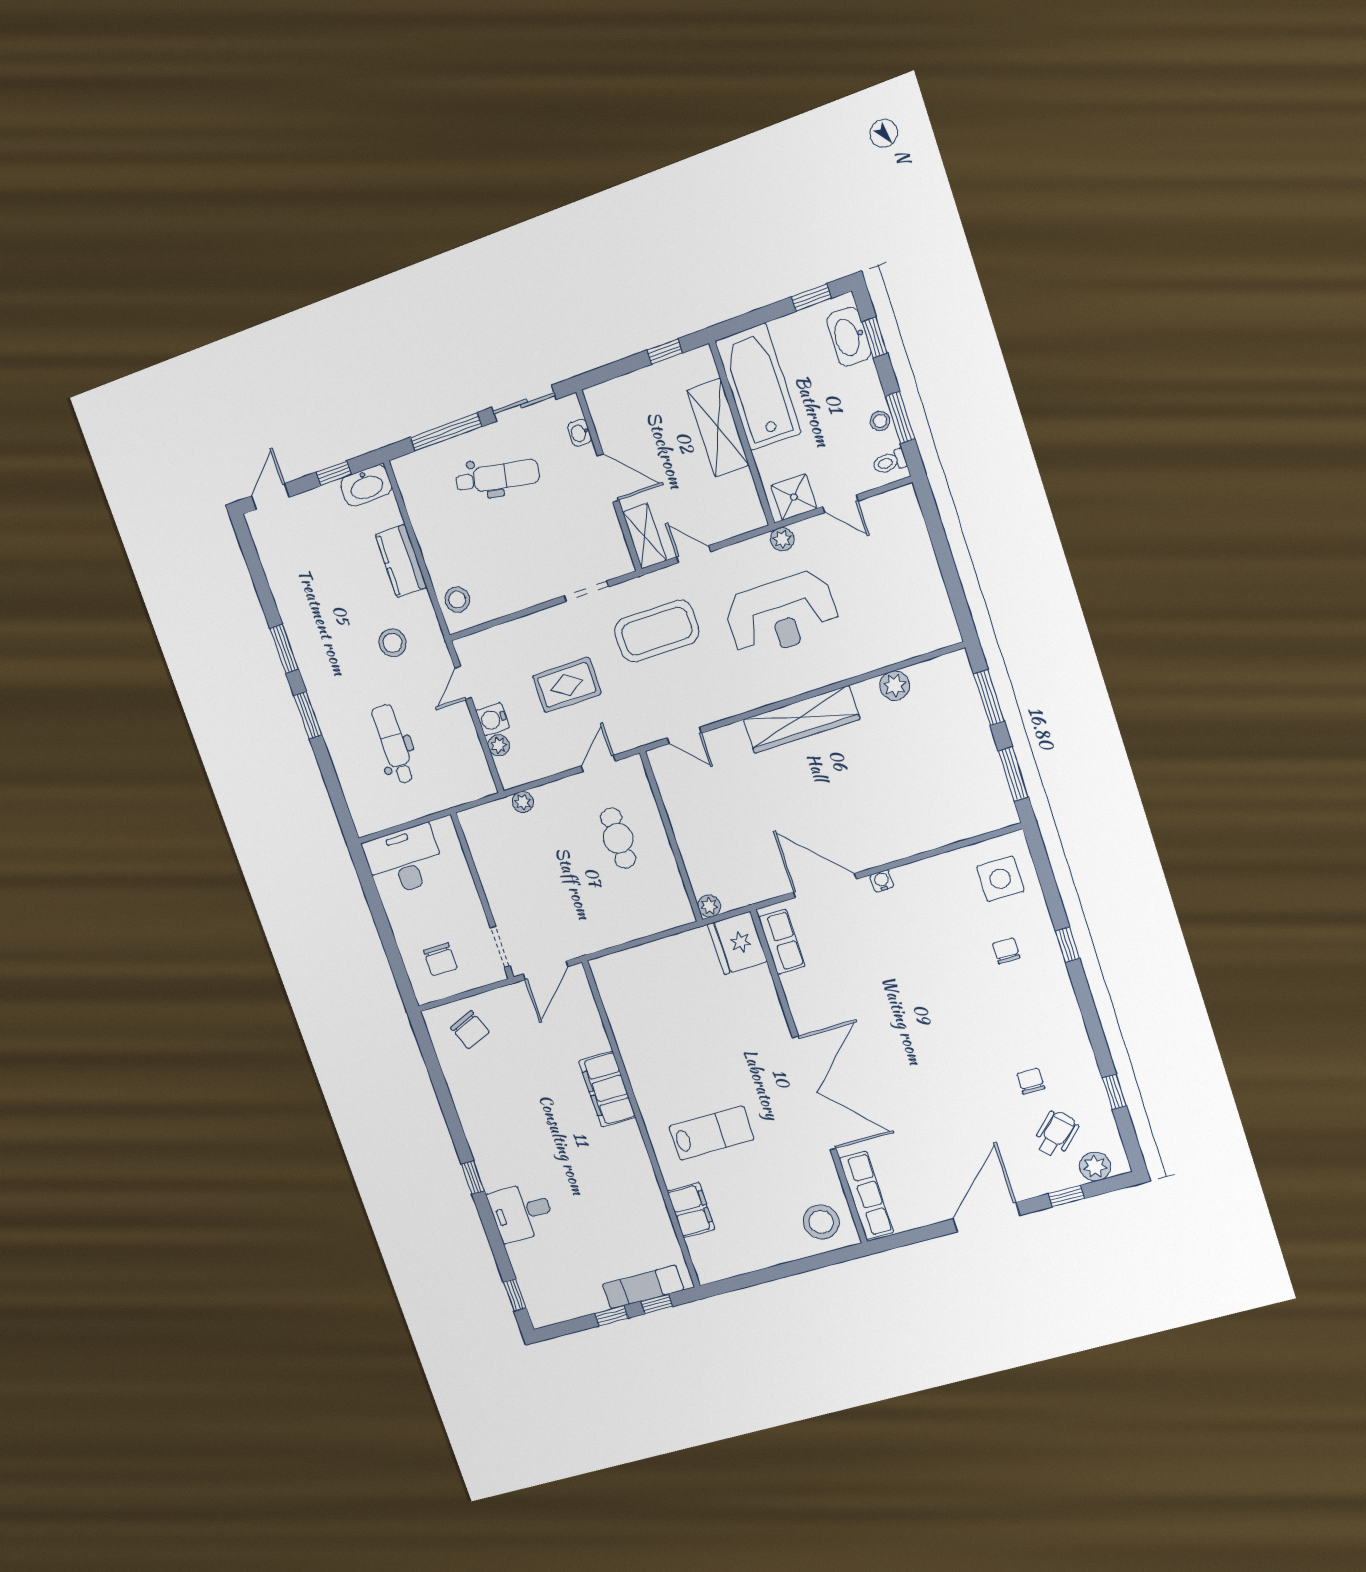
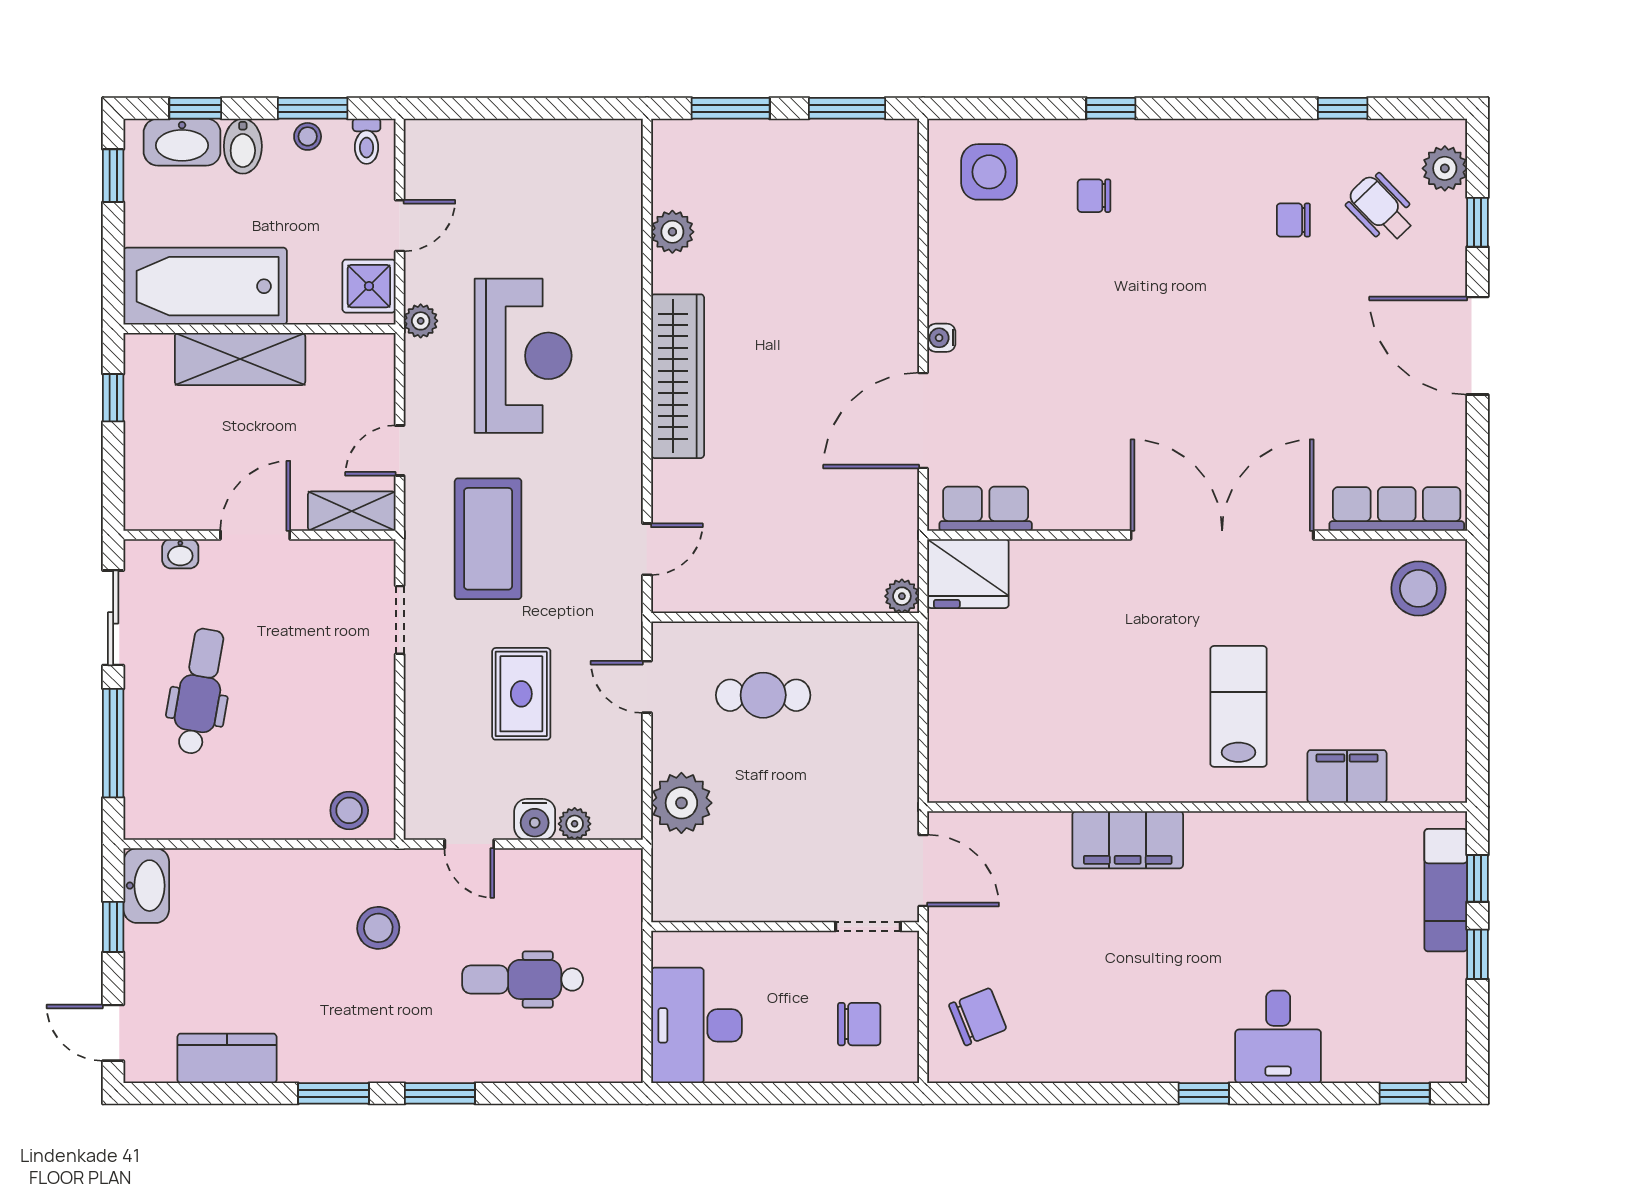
bidet: (859, 379) -> (243, 146), added
kitchen counter: (401, 561) -> (227, 1058), moved, turned 180
plant: (523, 802) -> (681, 803), width x1.88, depth x1.88

